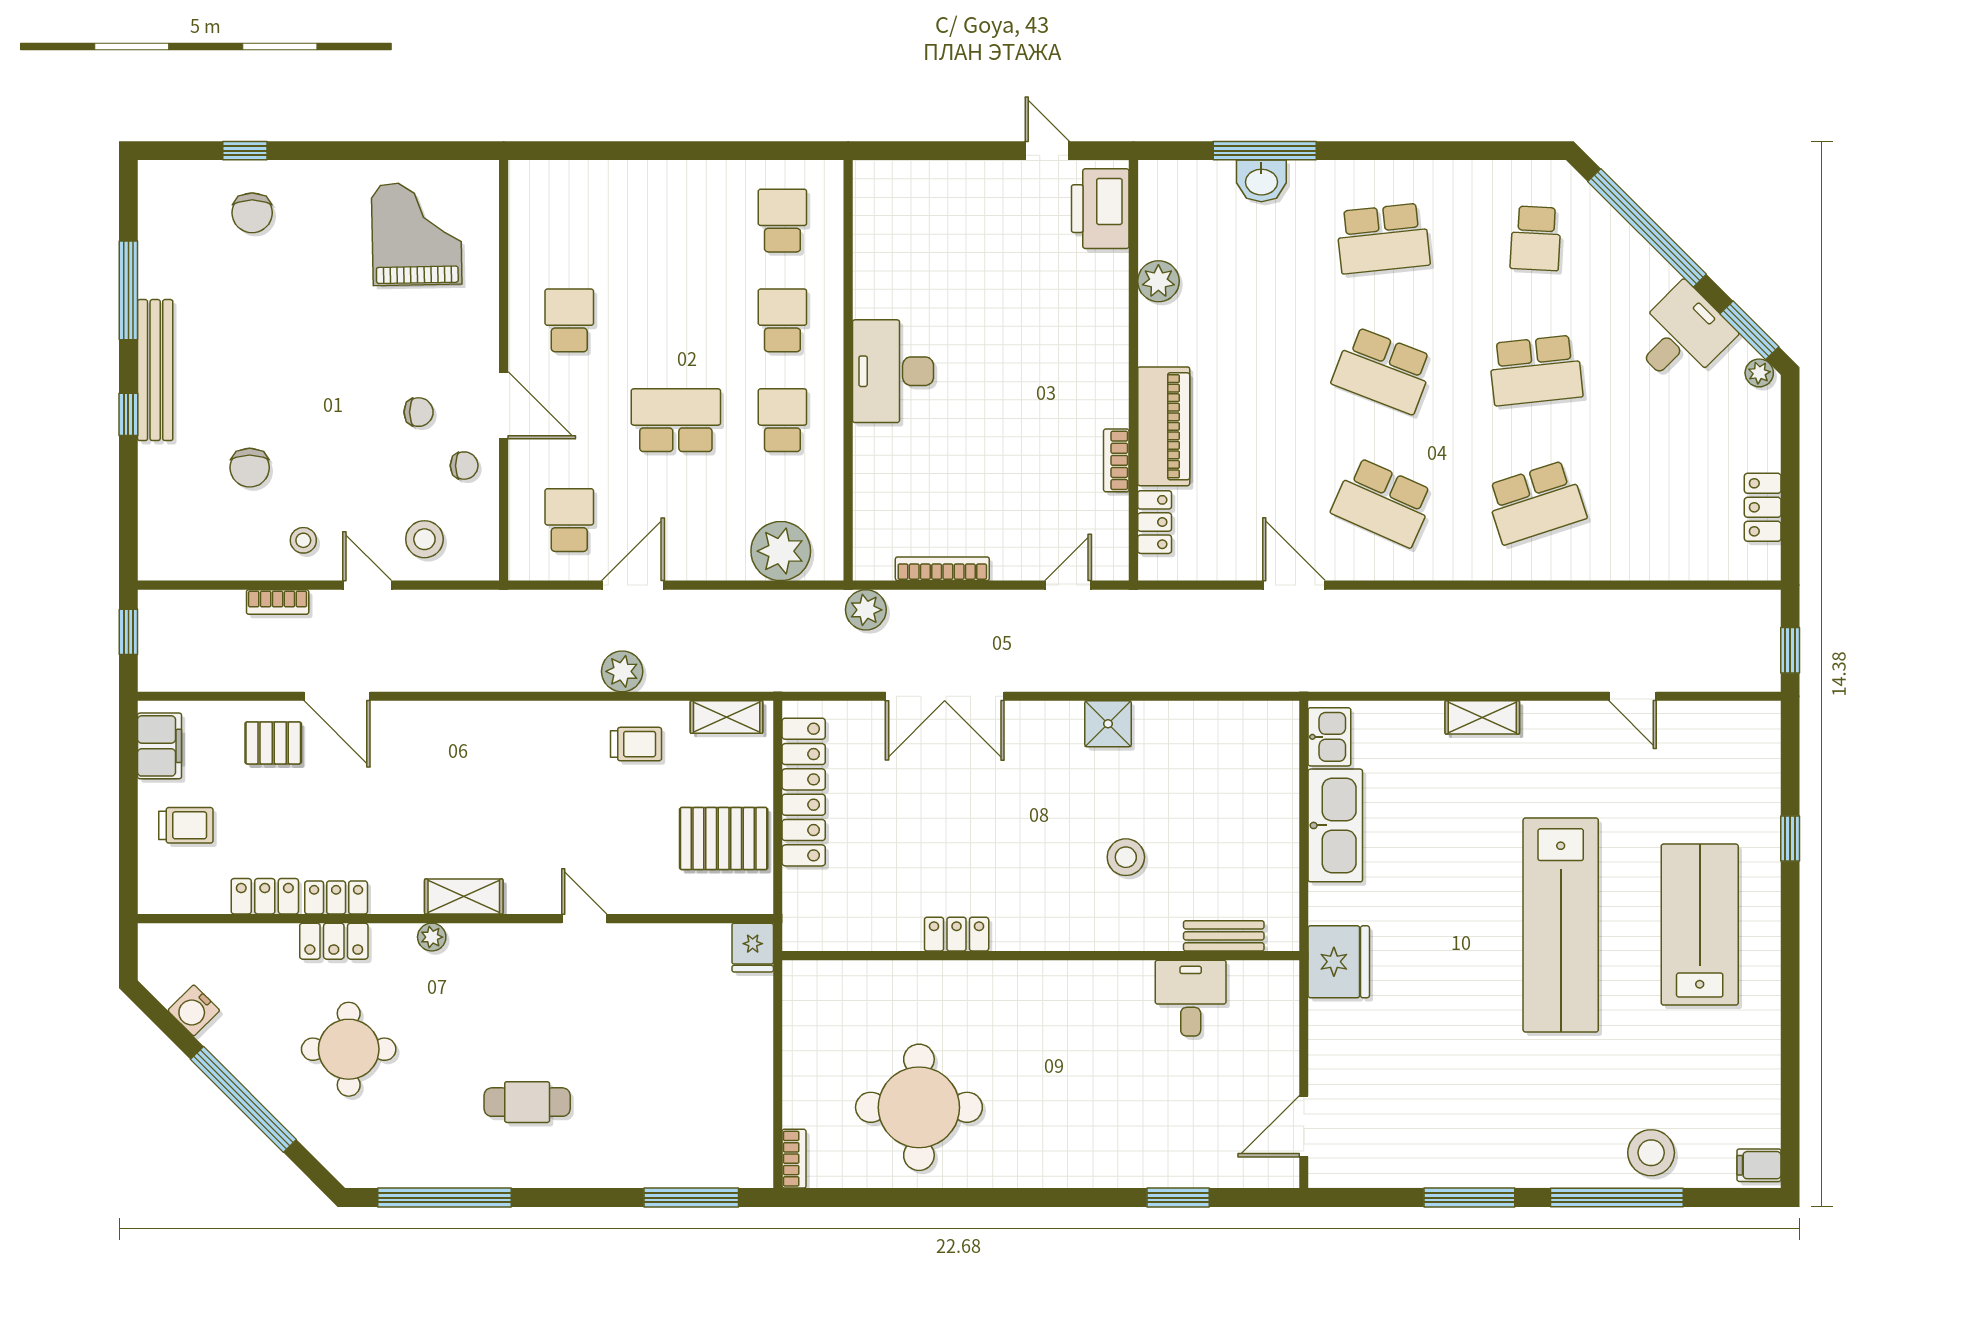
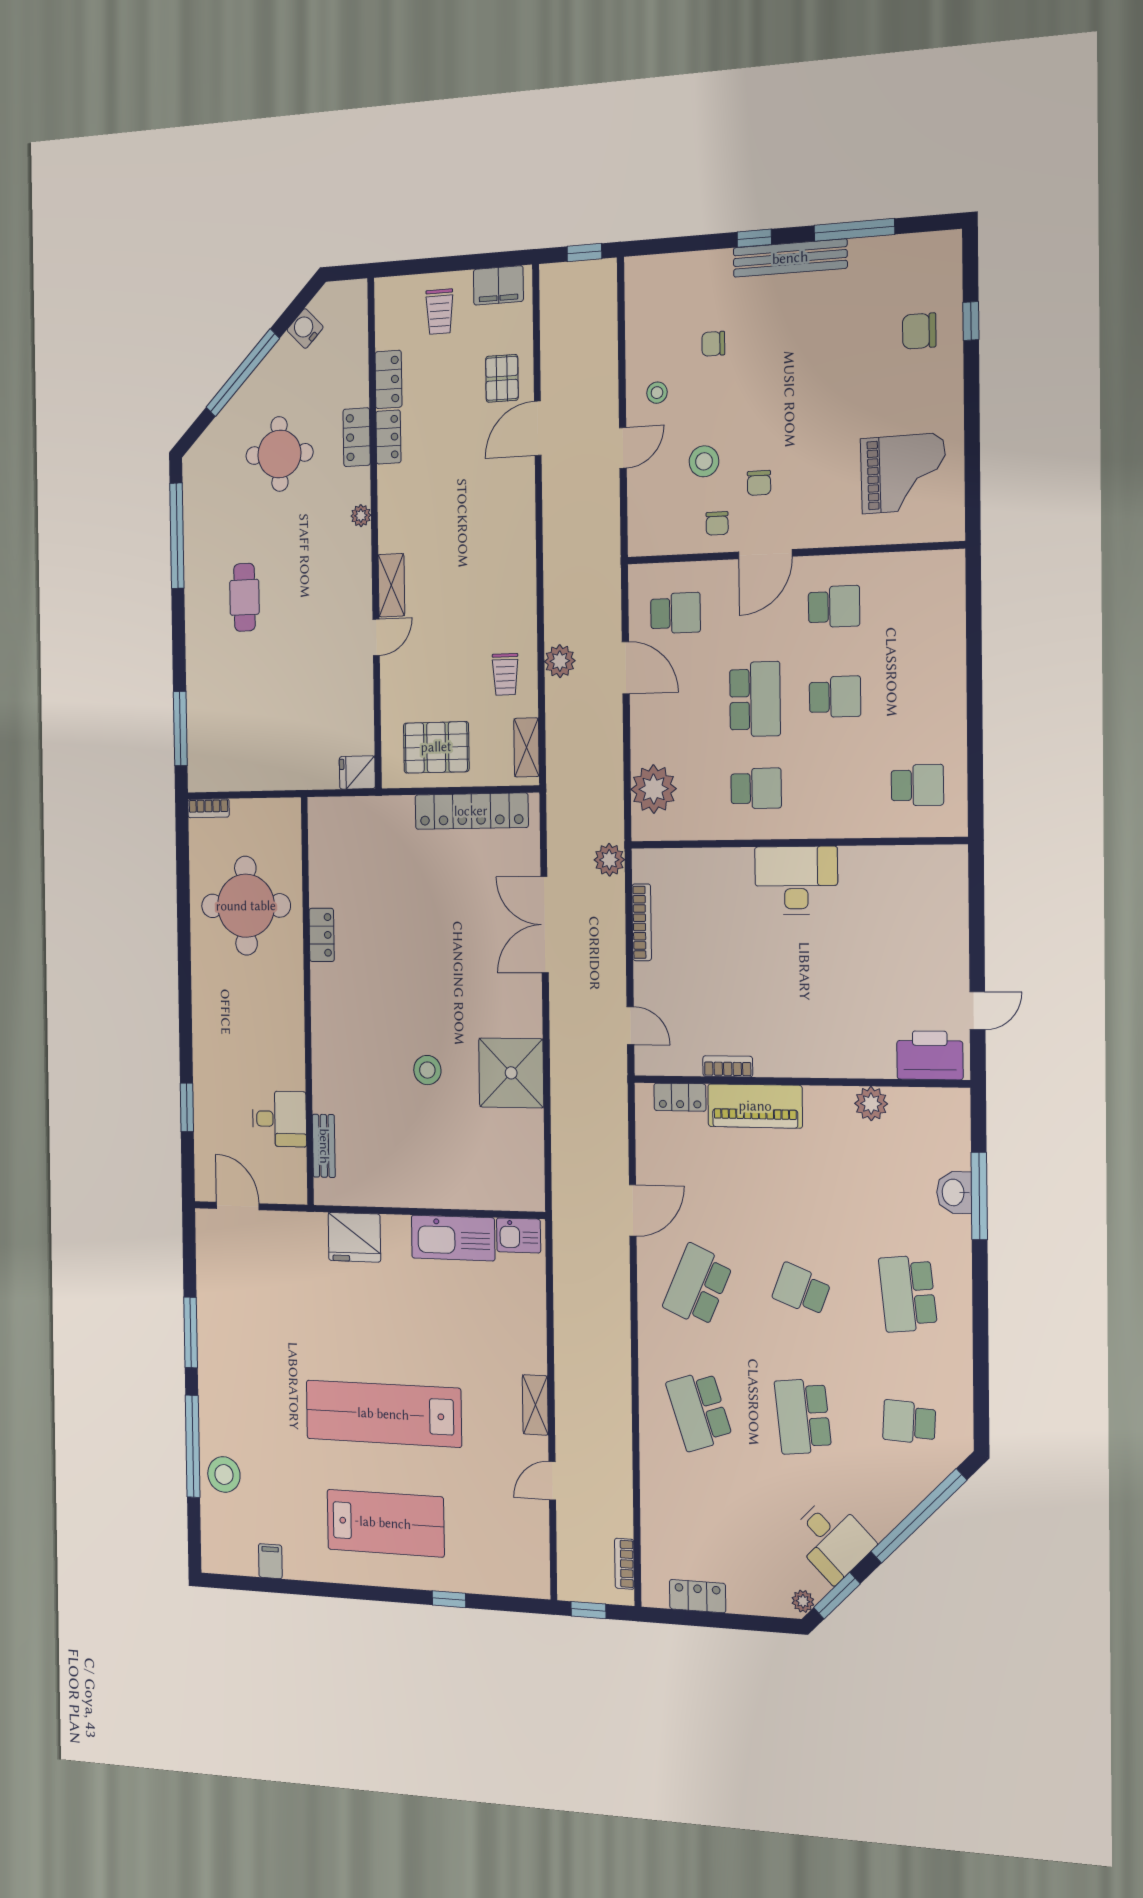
school desk: (782, 320) -> (835, 697), moved
school desk: (1383, 370) -> (801, 1289), width x0.54
chair: (250, 468) -> (713, 344), width x0.73, depth x0.73
stool: (424, 539) -> (704, 461), moved
bookcase: (278, 602) -> (624, 1564), moved
shelving: (1482, 717) -> (535, 1405), moved
shower: (1108, 724) -> (511, 1073), width x1.86, depth x1.86
pallet: (724, 839) -> (436, 747), turned 90
shelving: (464, 897) -> (391, 585), moved
locker: (957, 934) -> (322, 935), moved
bench: (1224, 936) -> (324, 1146), moved
wall: (1041, 956) -> (307, 1001), moved
desk: (1191, 998) -> (279, 1119), moved
filing cabinet: (1759, 1165) -> (270, 1561), moved

